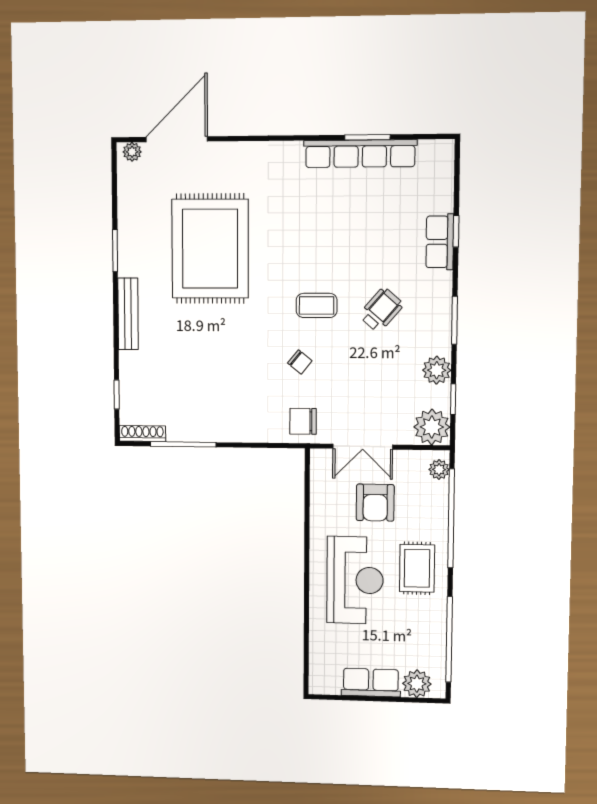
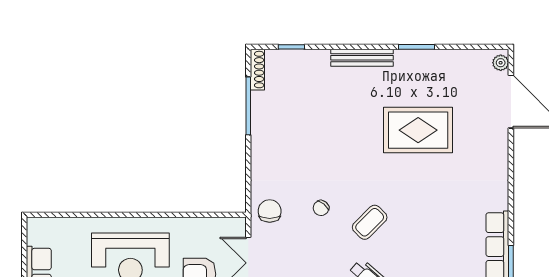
rug: (210, 249) -> (418, 130), width x0.73, depth x0.69
coffee table: (317, 305) -> (370, 222), turned 45

